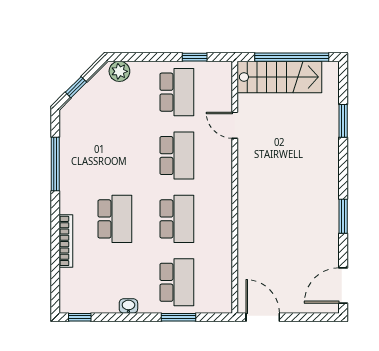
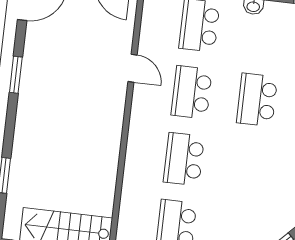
door: (235, 125) -> (132, 68), moved

